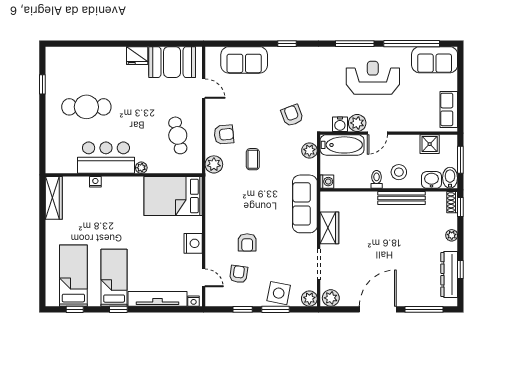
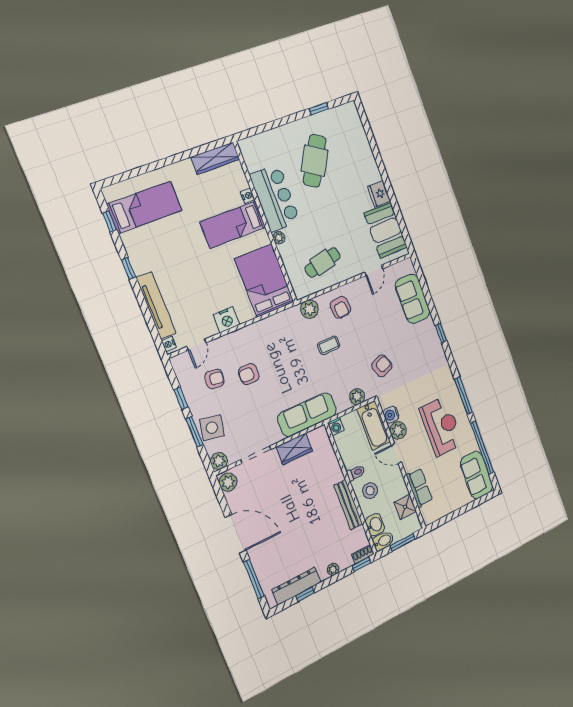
cafe table: (86, 107) -> (315, 161), turned 31
row of seats: (449, 109) -> (419, 488), moved, turned 90
bed: (114, 278) -> (233, 225), moved, turned 180

